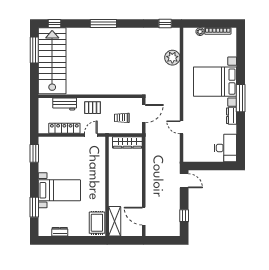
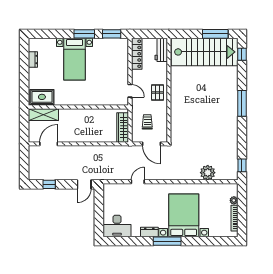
workbench: (65, 104) -> (161, 50), moved
locker: (64, 128) -> (137, 54), moved
window: (34, 207) -> (84, 34), moved

